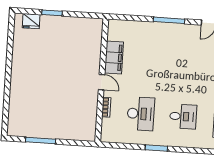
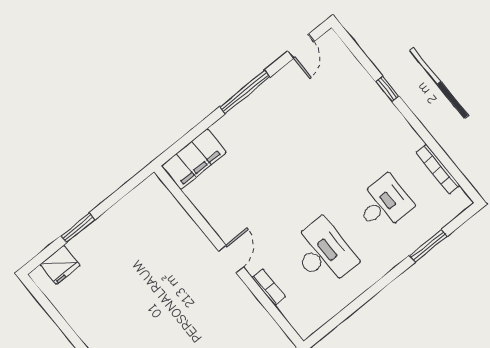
filing cabinet: (114, 57) -> (194, 159), moved, turned 90
door: (102, 82) -> (231, 259), hinge flipped
window: (156, 148) -> (428, 246), moved

